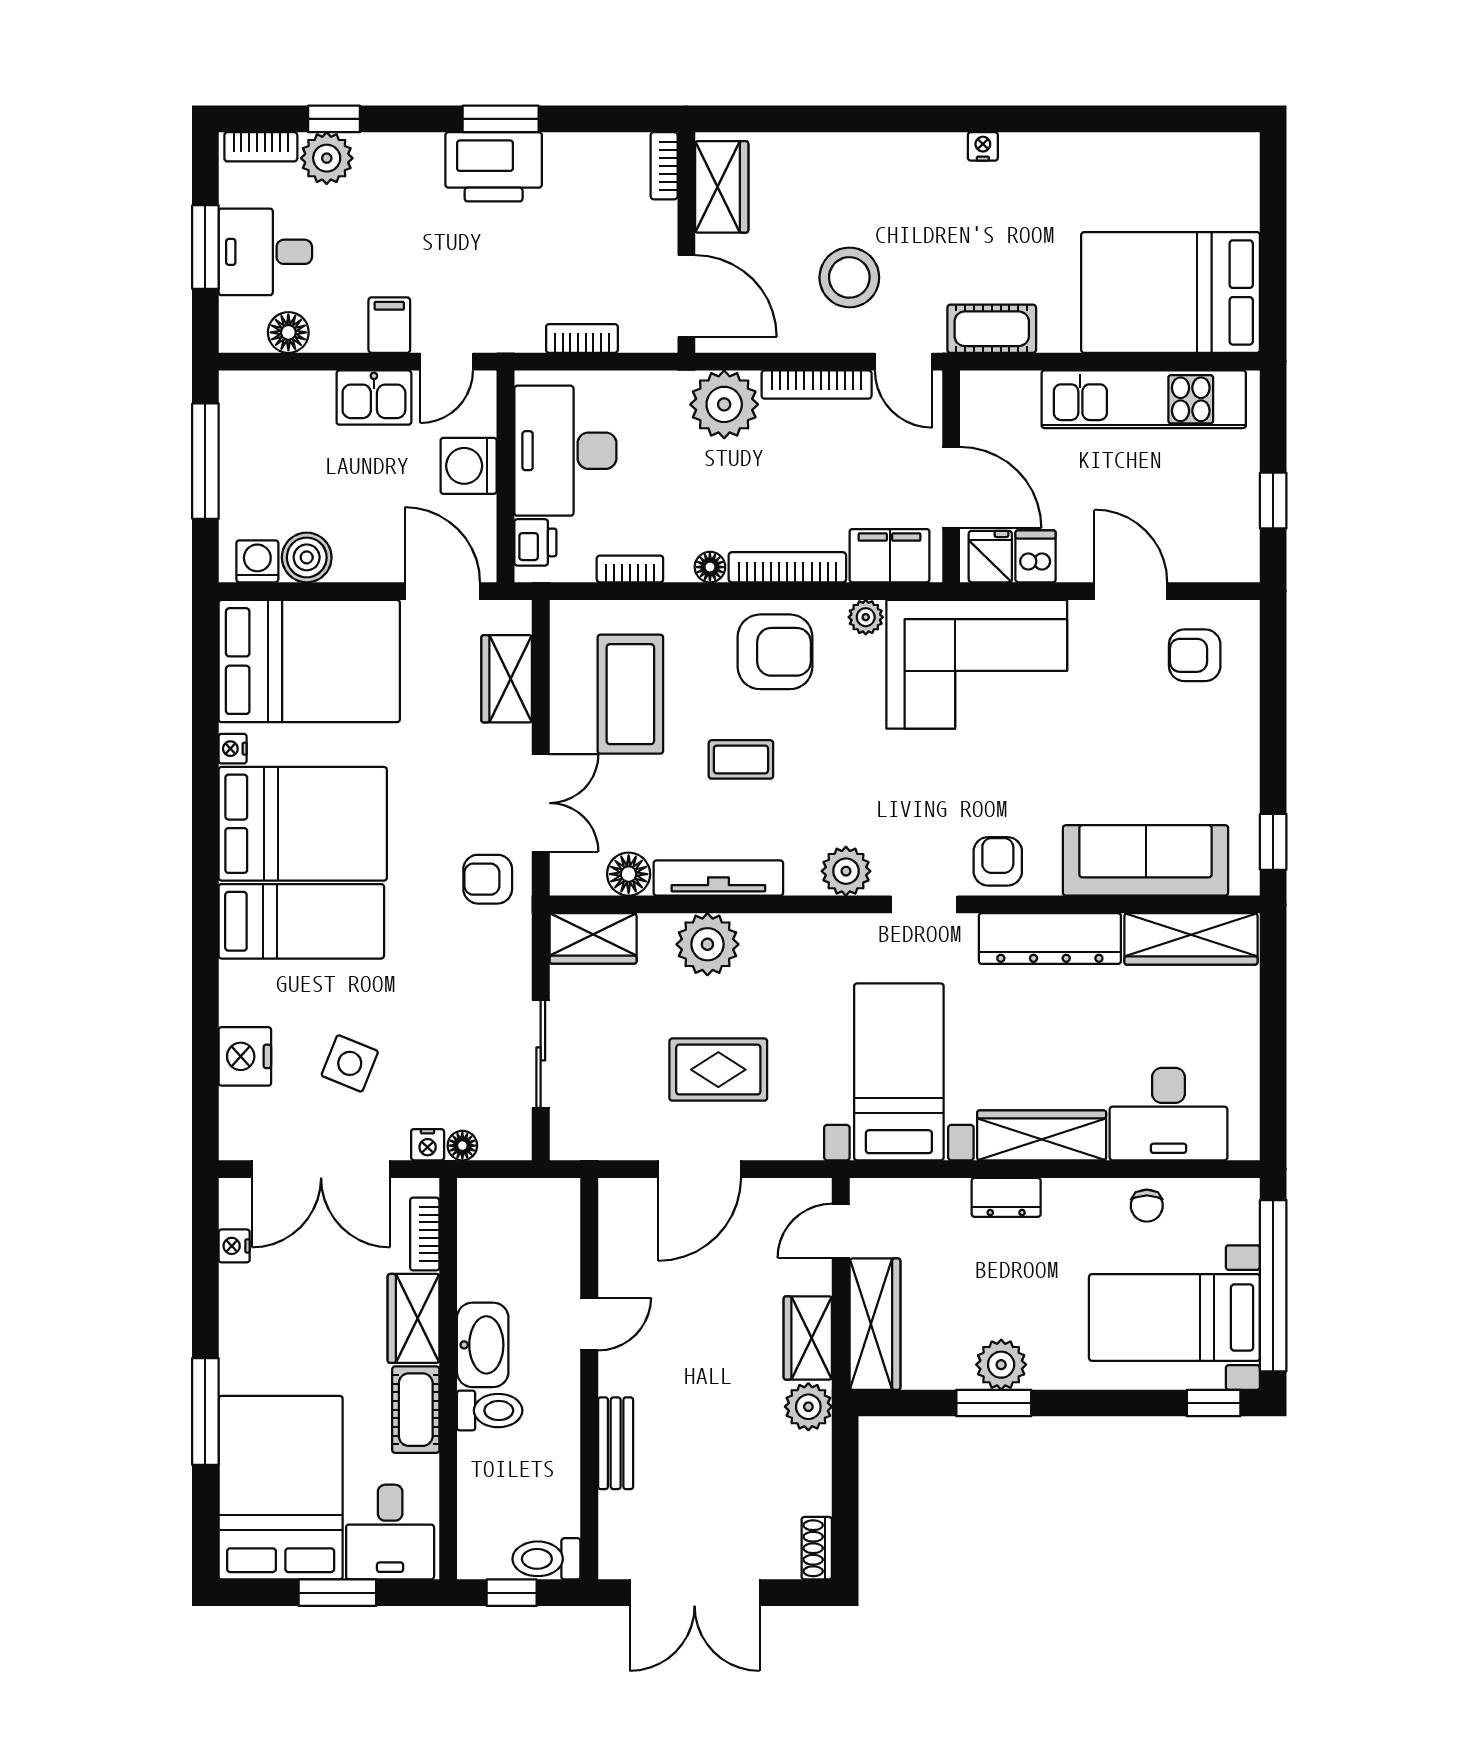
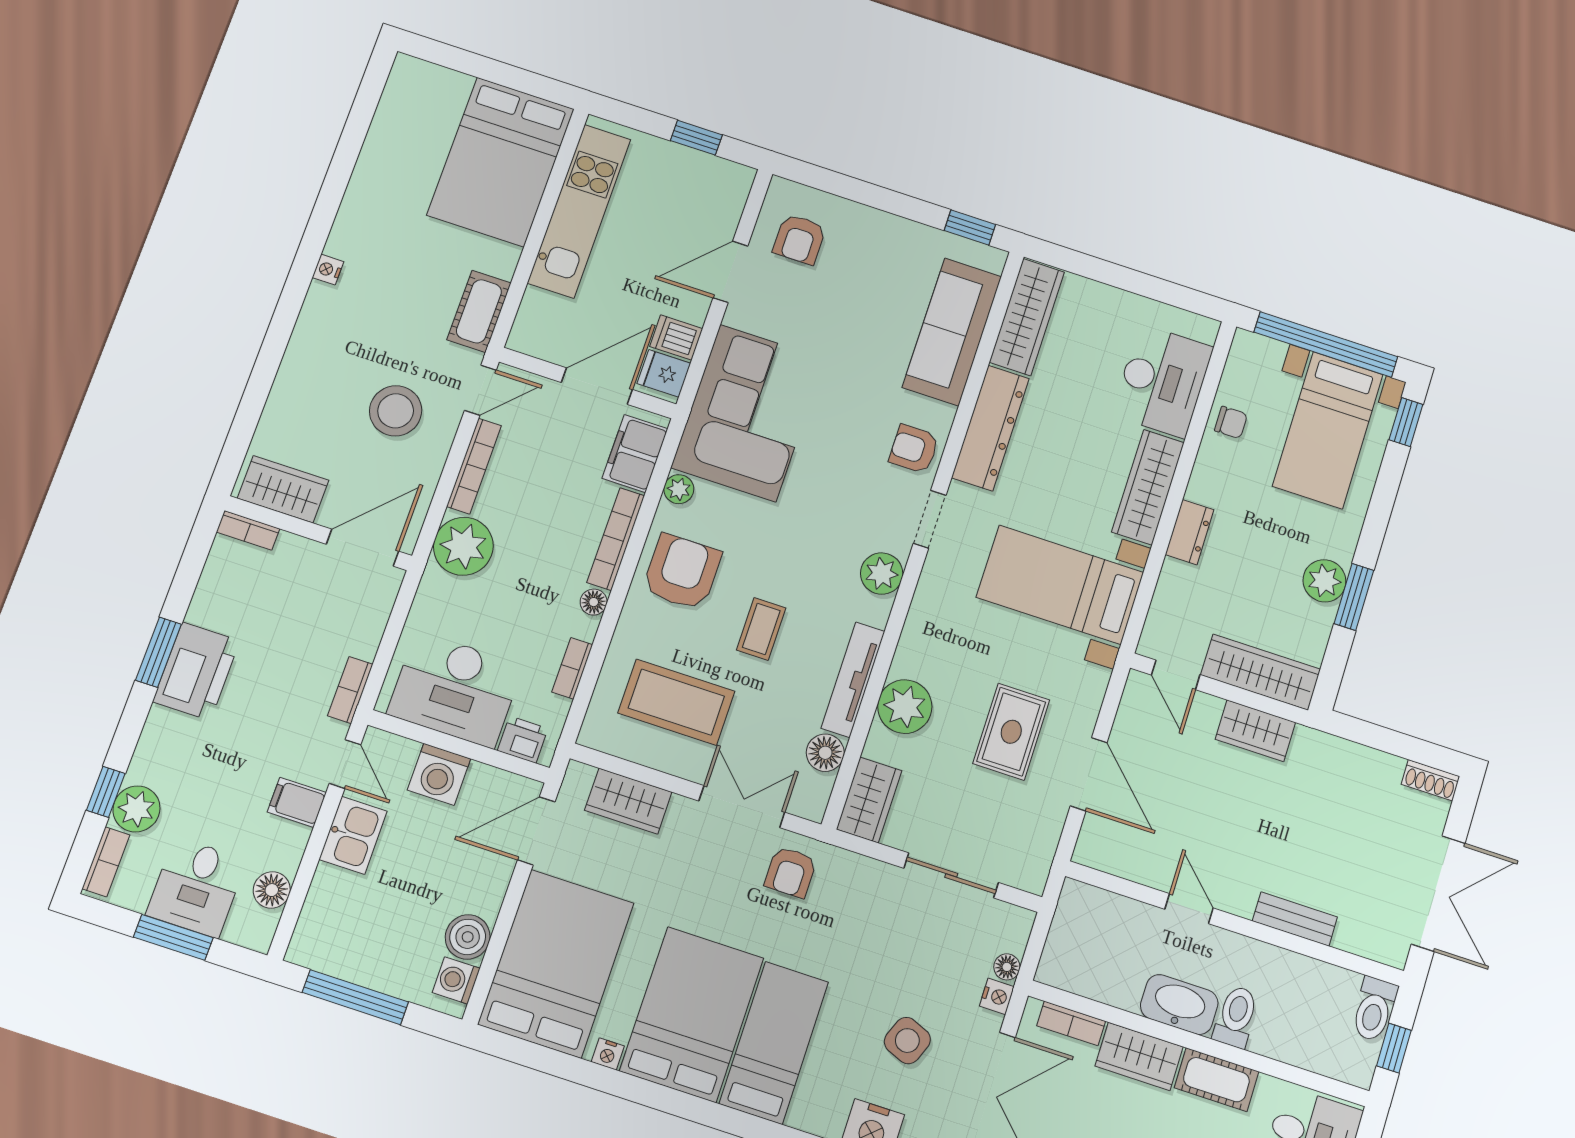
bookcase: (582, 338) -> (350, 690), moved
plant: (808, 1407) -> (1312, 749), removed

